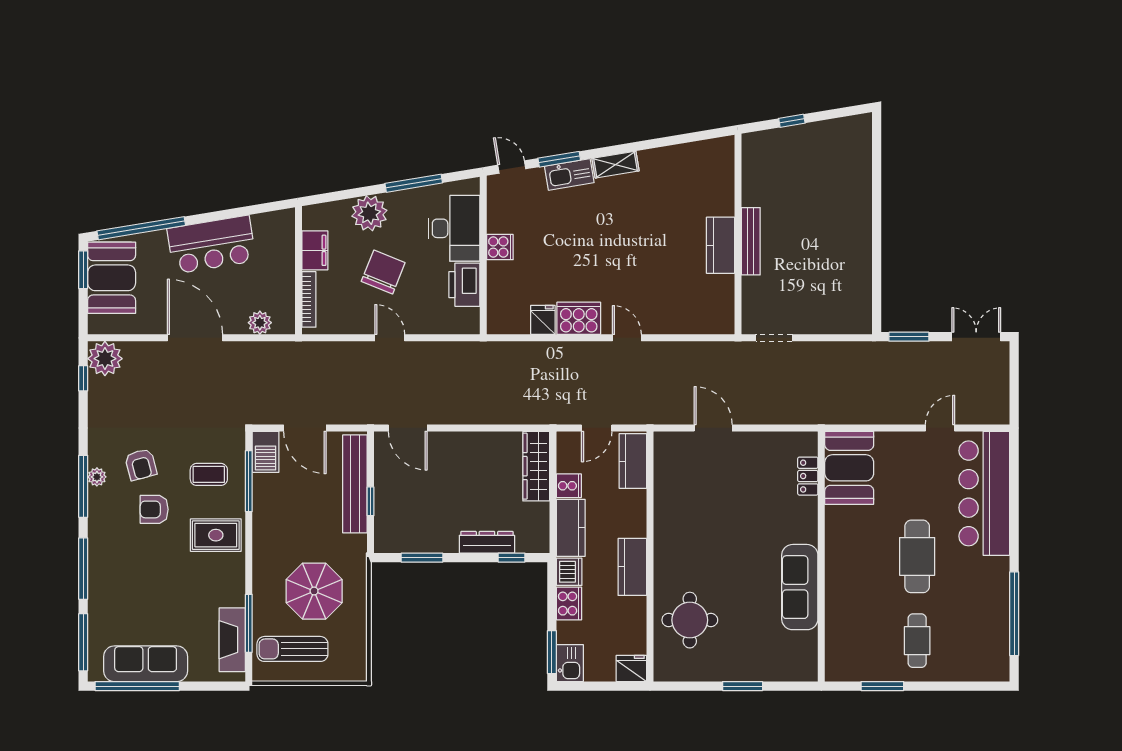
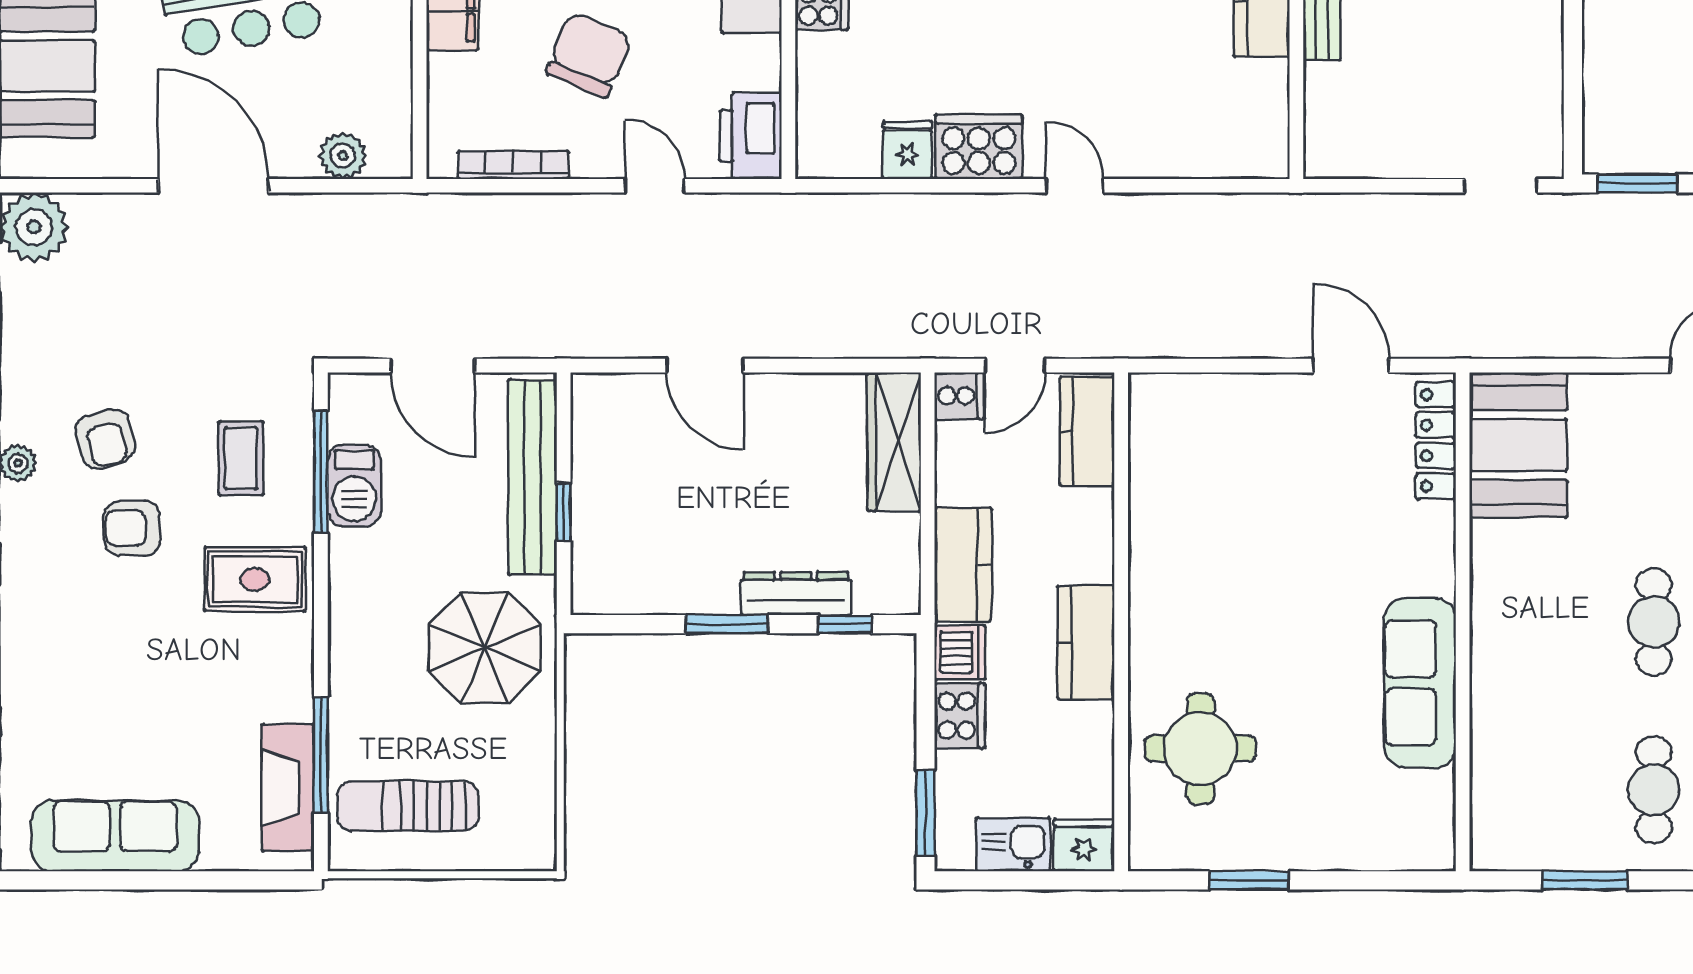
printer: (464, 285) -> (751, 136), moved
bookcase: (309, 299) -> (513, 165), moved, turned -90
door: (390, 338) -> (655, 186), moved
doorway: (774, 338) -> (1501, 186), moved
door: (408, 428) -> (705, 366), moved
door: (713, 428) -> (1351, 366), moved
barbecue: (266, 452) -> (354, 486), moved
coffee table: (209, 474) -> (241, 458), turned 90
locker: (808, 476) -> (1436, 440), width x1.53
cooker: (569, 486) -> (959, 396), moved
cafe table: (917, 556) -> (1654, 622), width x0.73, depth x0.74
window: (422, 558) -> (727, 624), moved
parasol: (314, 591) -> (485, 648), moved
kitchen sink: (570, 663) -> (1013, 845), moved, turned -90
window: (137, 686) -> (98, 880), removed
window: (743, 686) -> (1249, 880), moved

